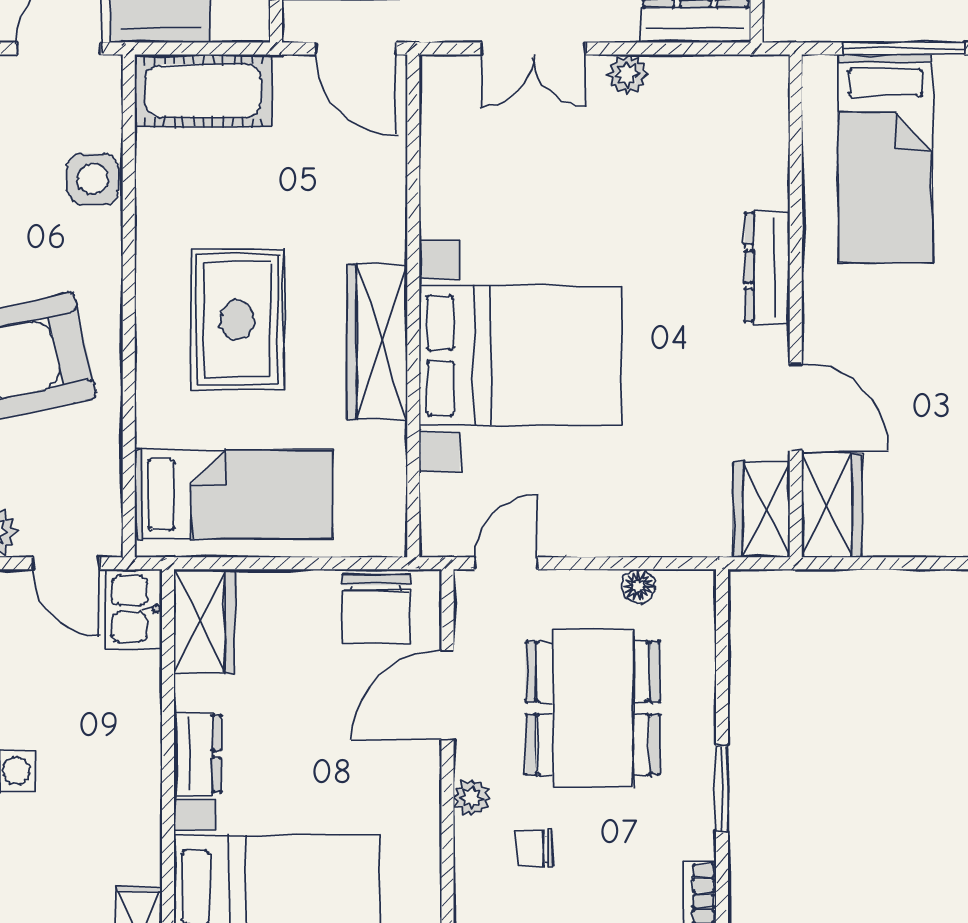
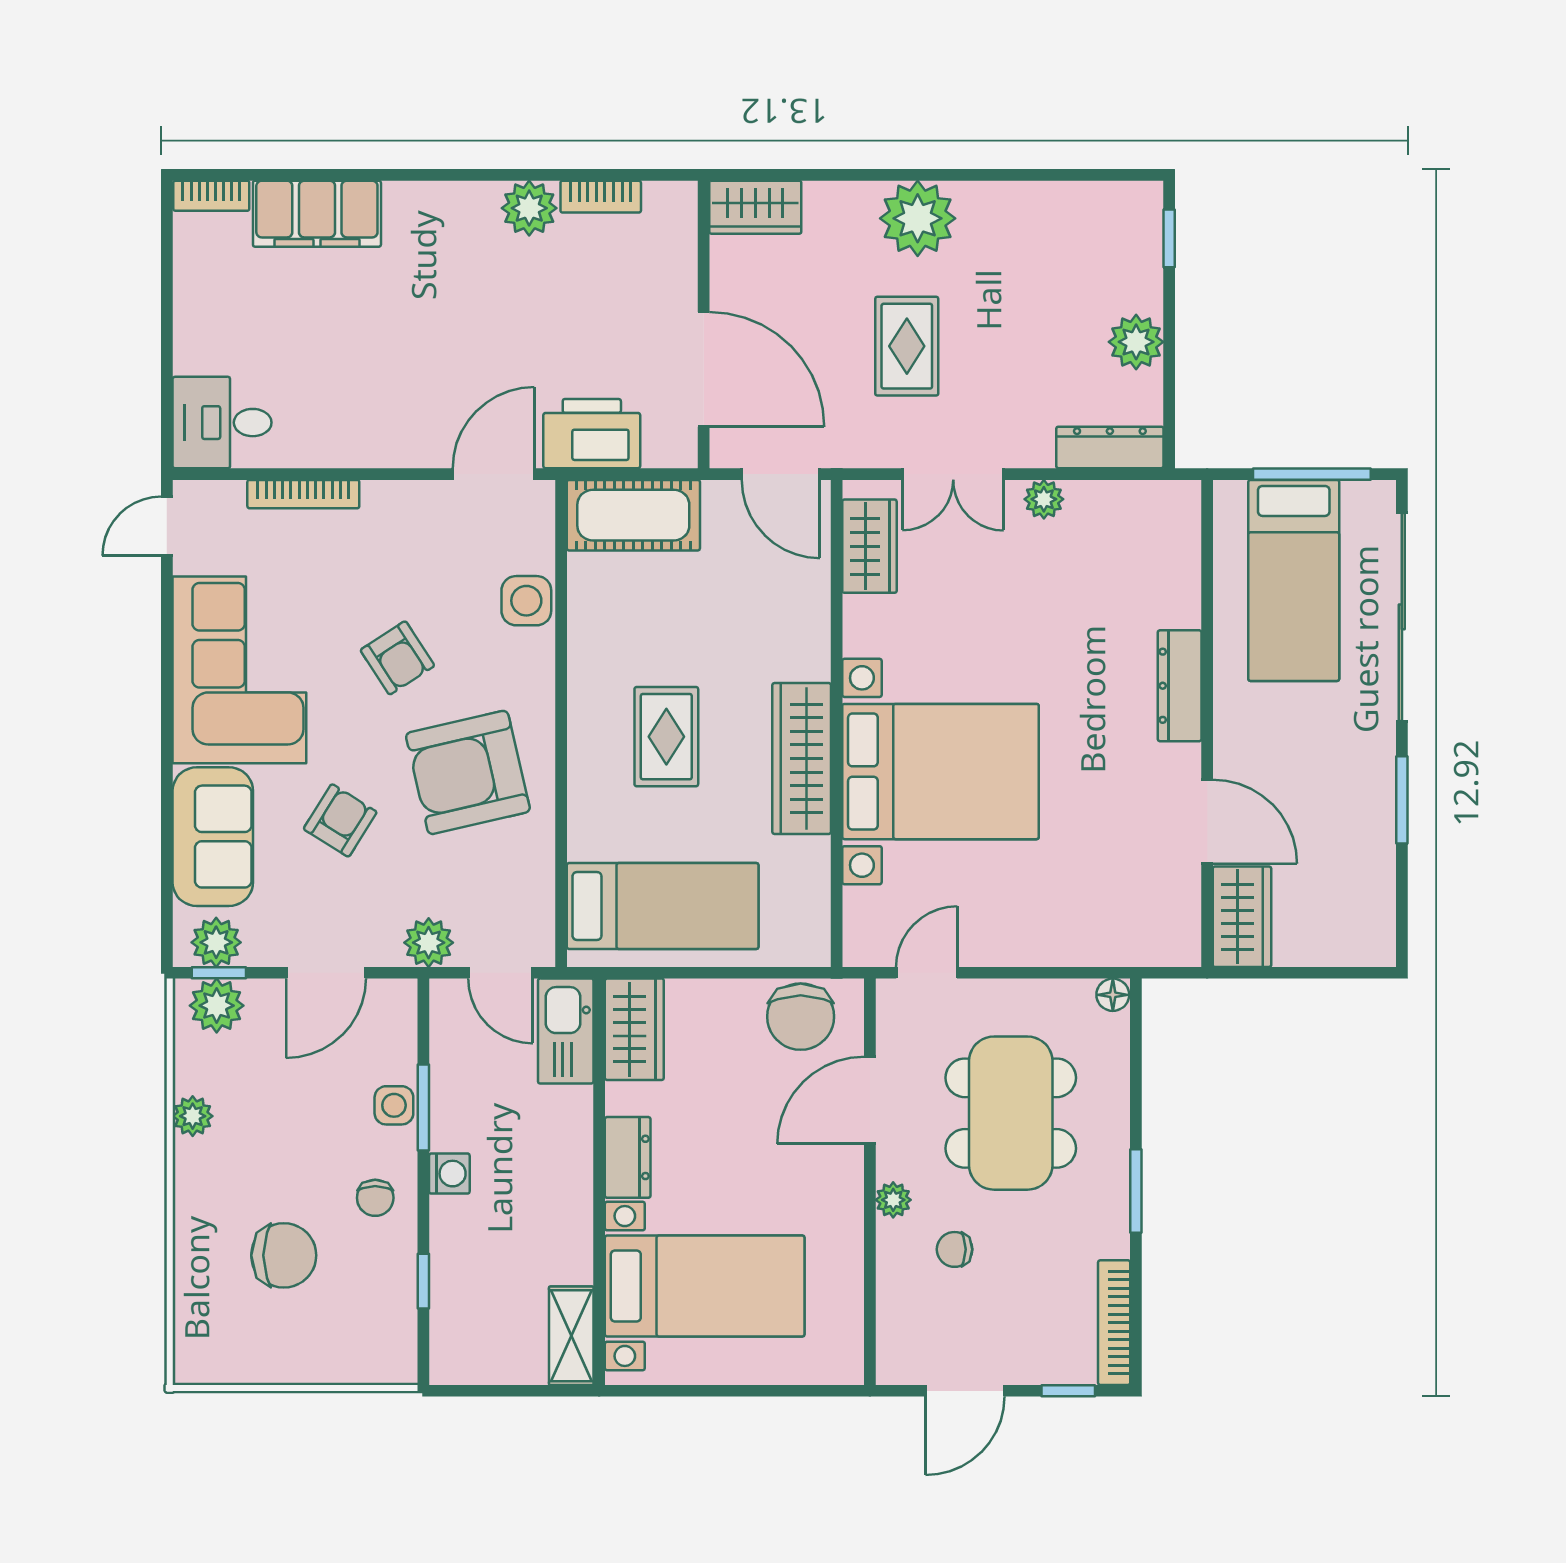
rug: (237, 320) -> (666, 737), width x0.73, depth x0.70
wardrobe: (762, 509) -> (869, 546), moved, turned 180
floor lamp: (638, 586) -> (1113, 995), moved
kitchen sink: (134, 609) -> (566, 1031), width x1.38

